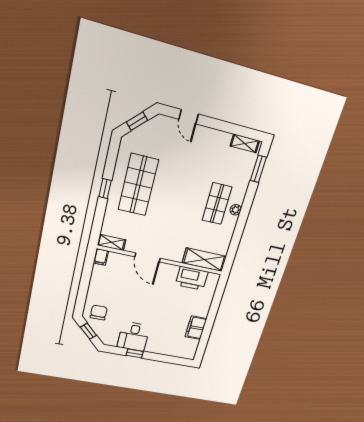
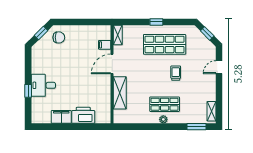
trolley: (181, 179) -> (176, 73), added
filing cabinet: (101, 257) -> (105, 45), moved
shelving: (204, 260) -> (120, 93), moved
printer: (192, 278) -> (83, 115), moved, turned 90
desk: (133, 336) -> (43, 85), moved
window: (135, 353) -> (28, 91), moved

